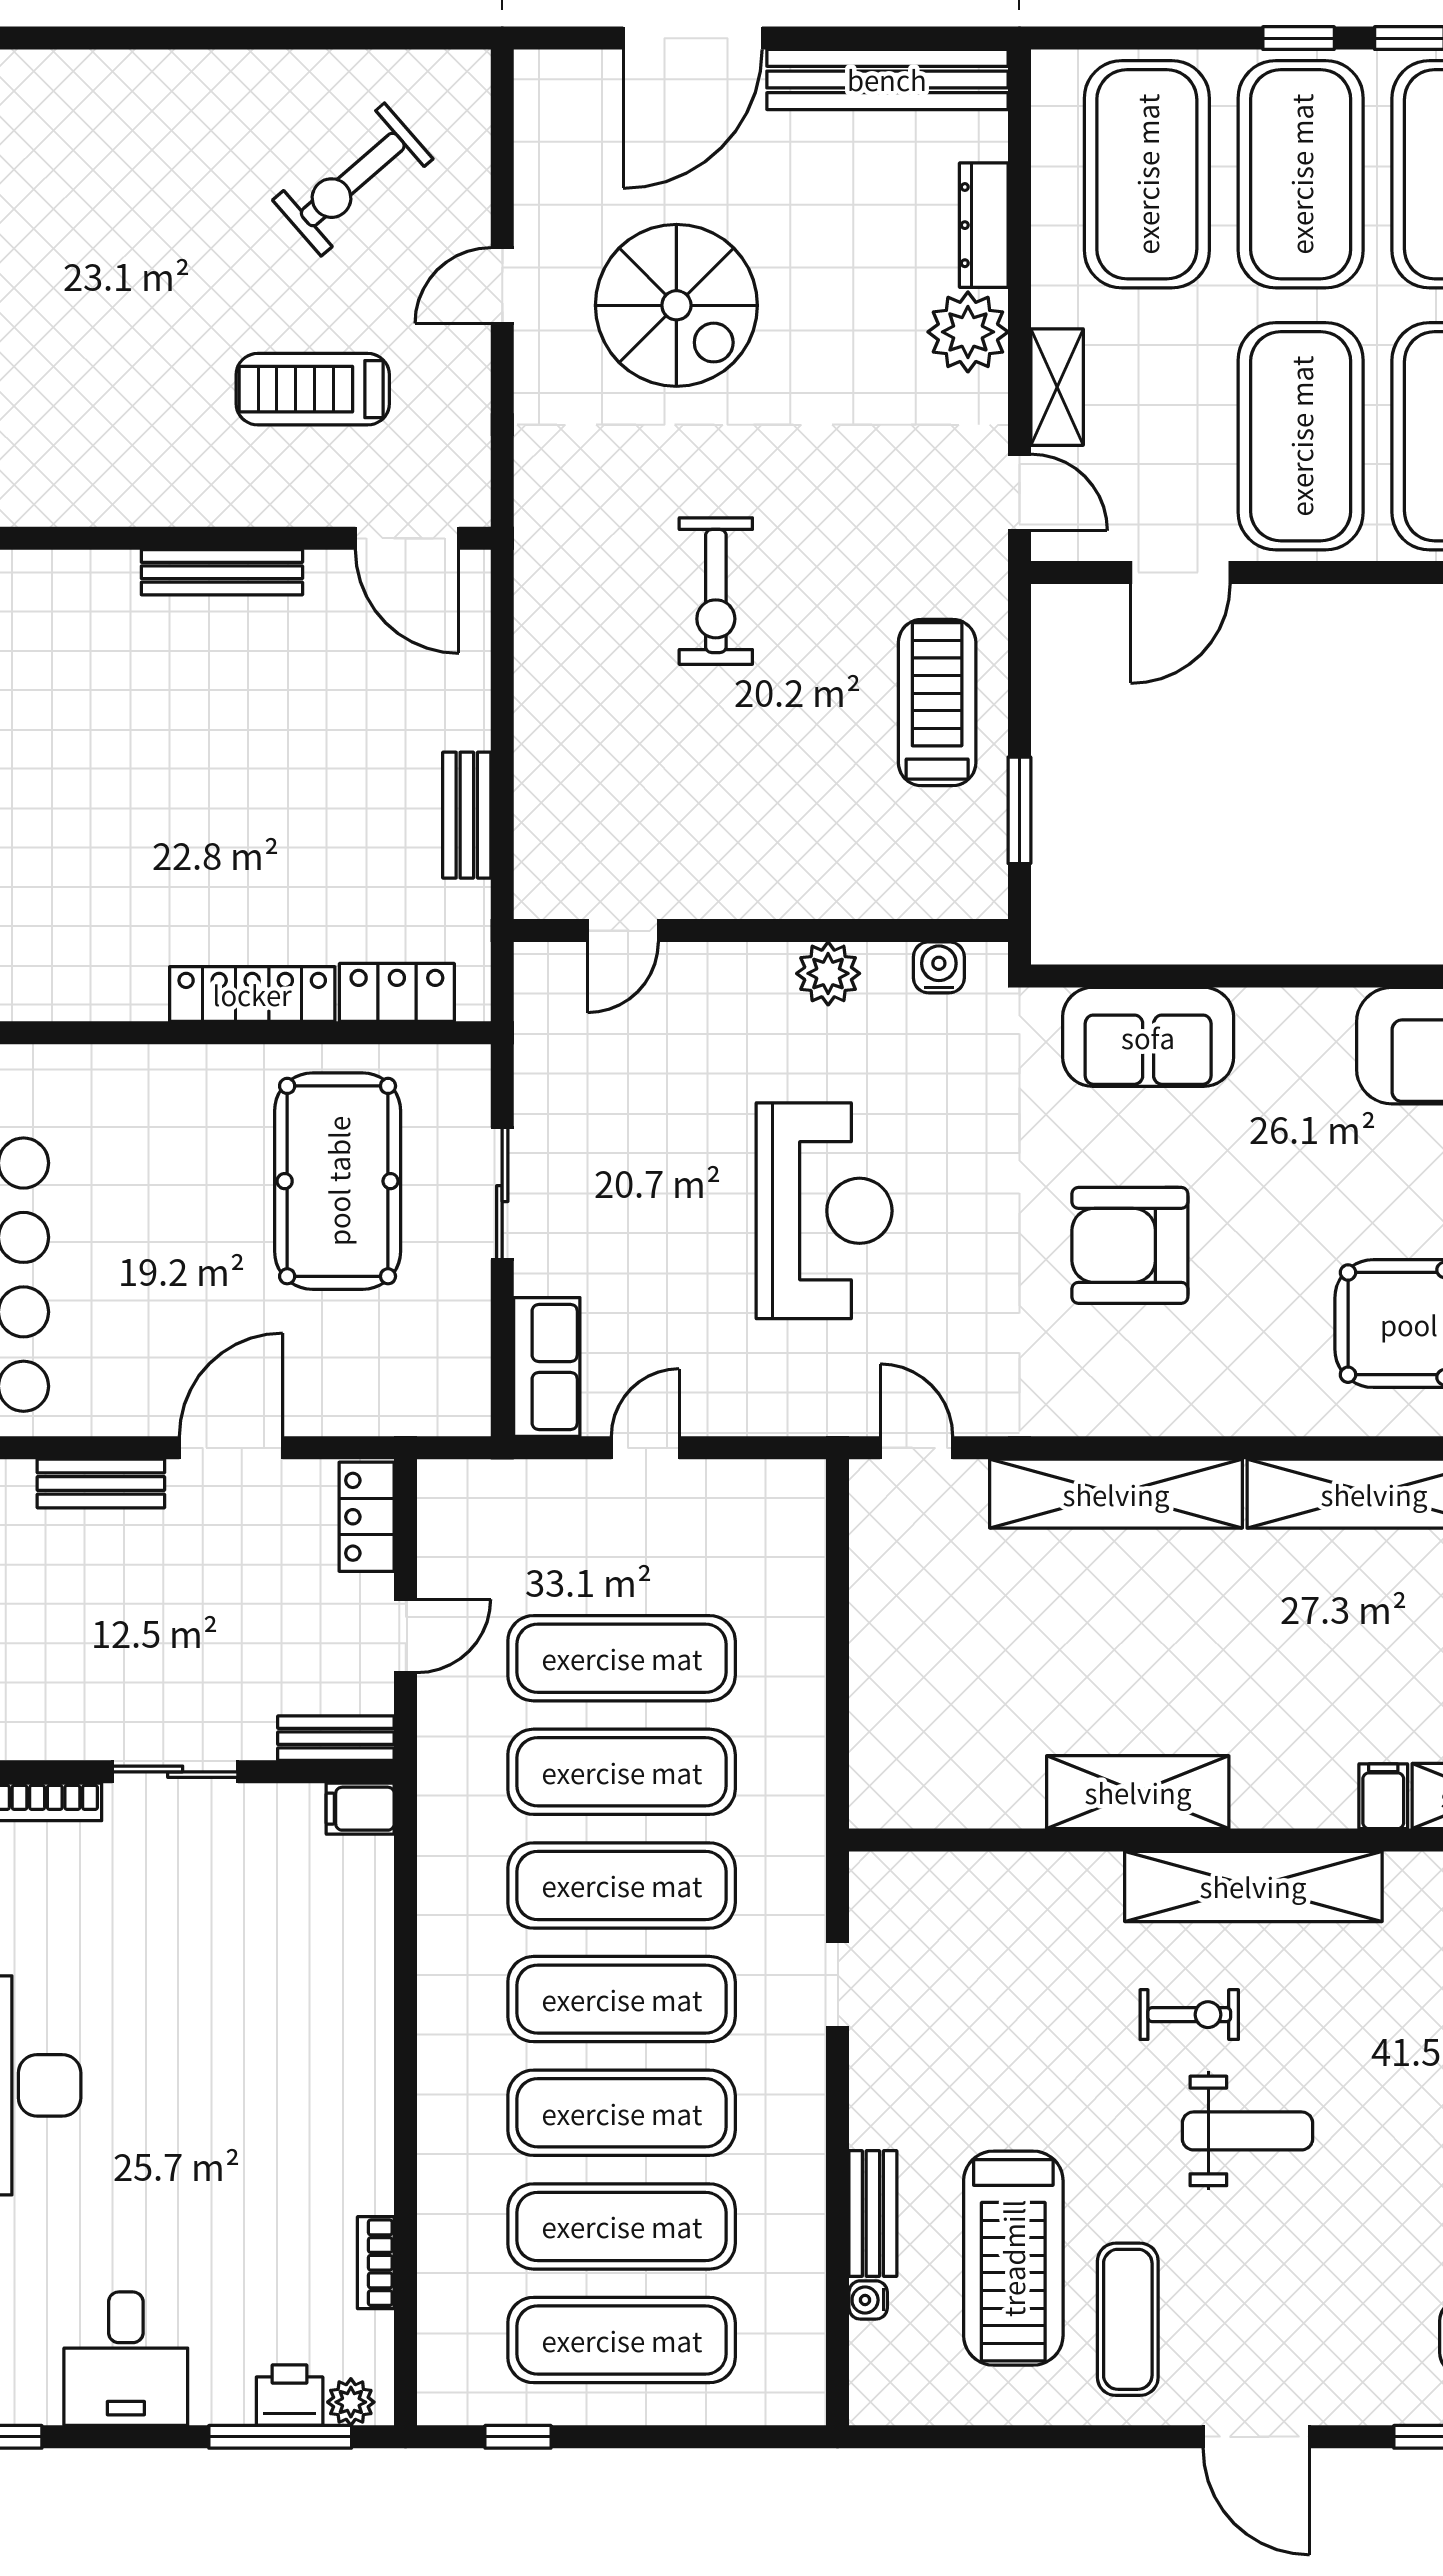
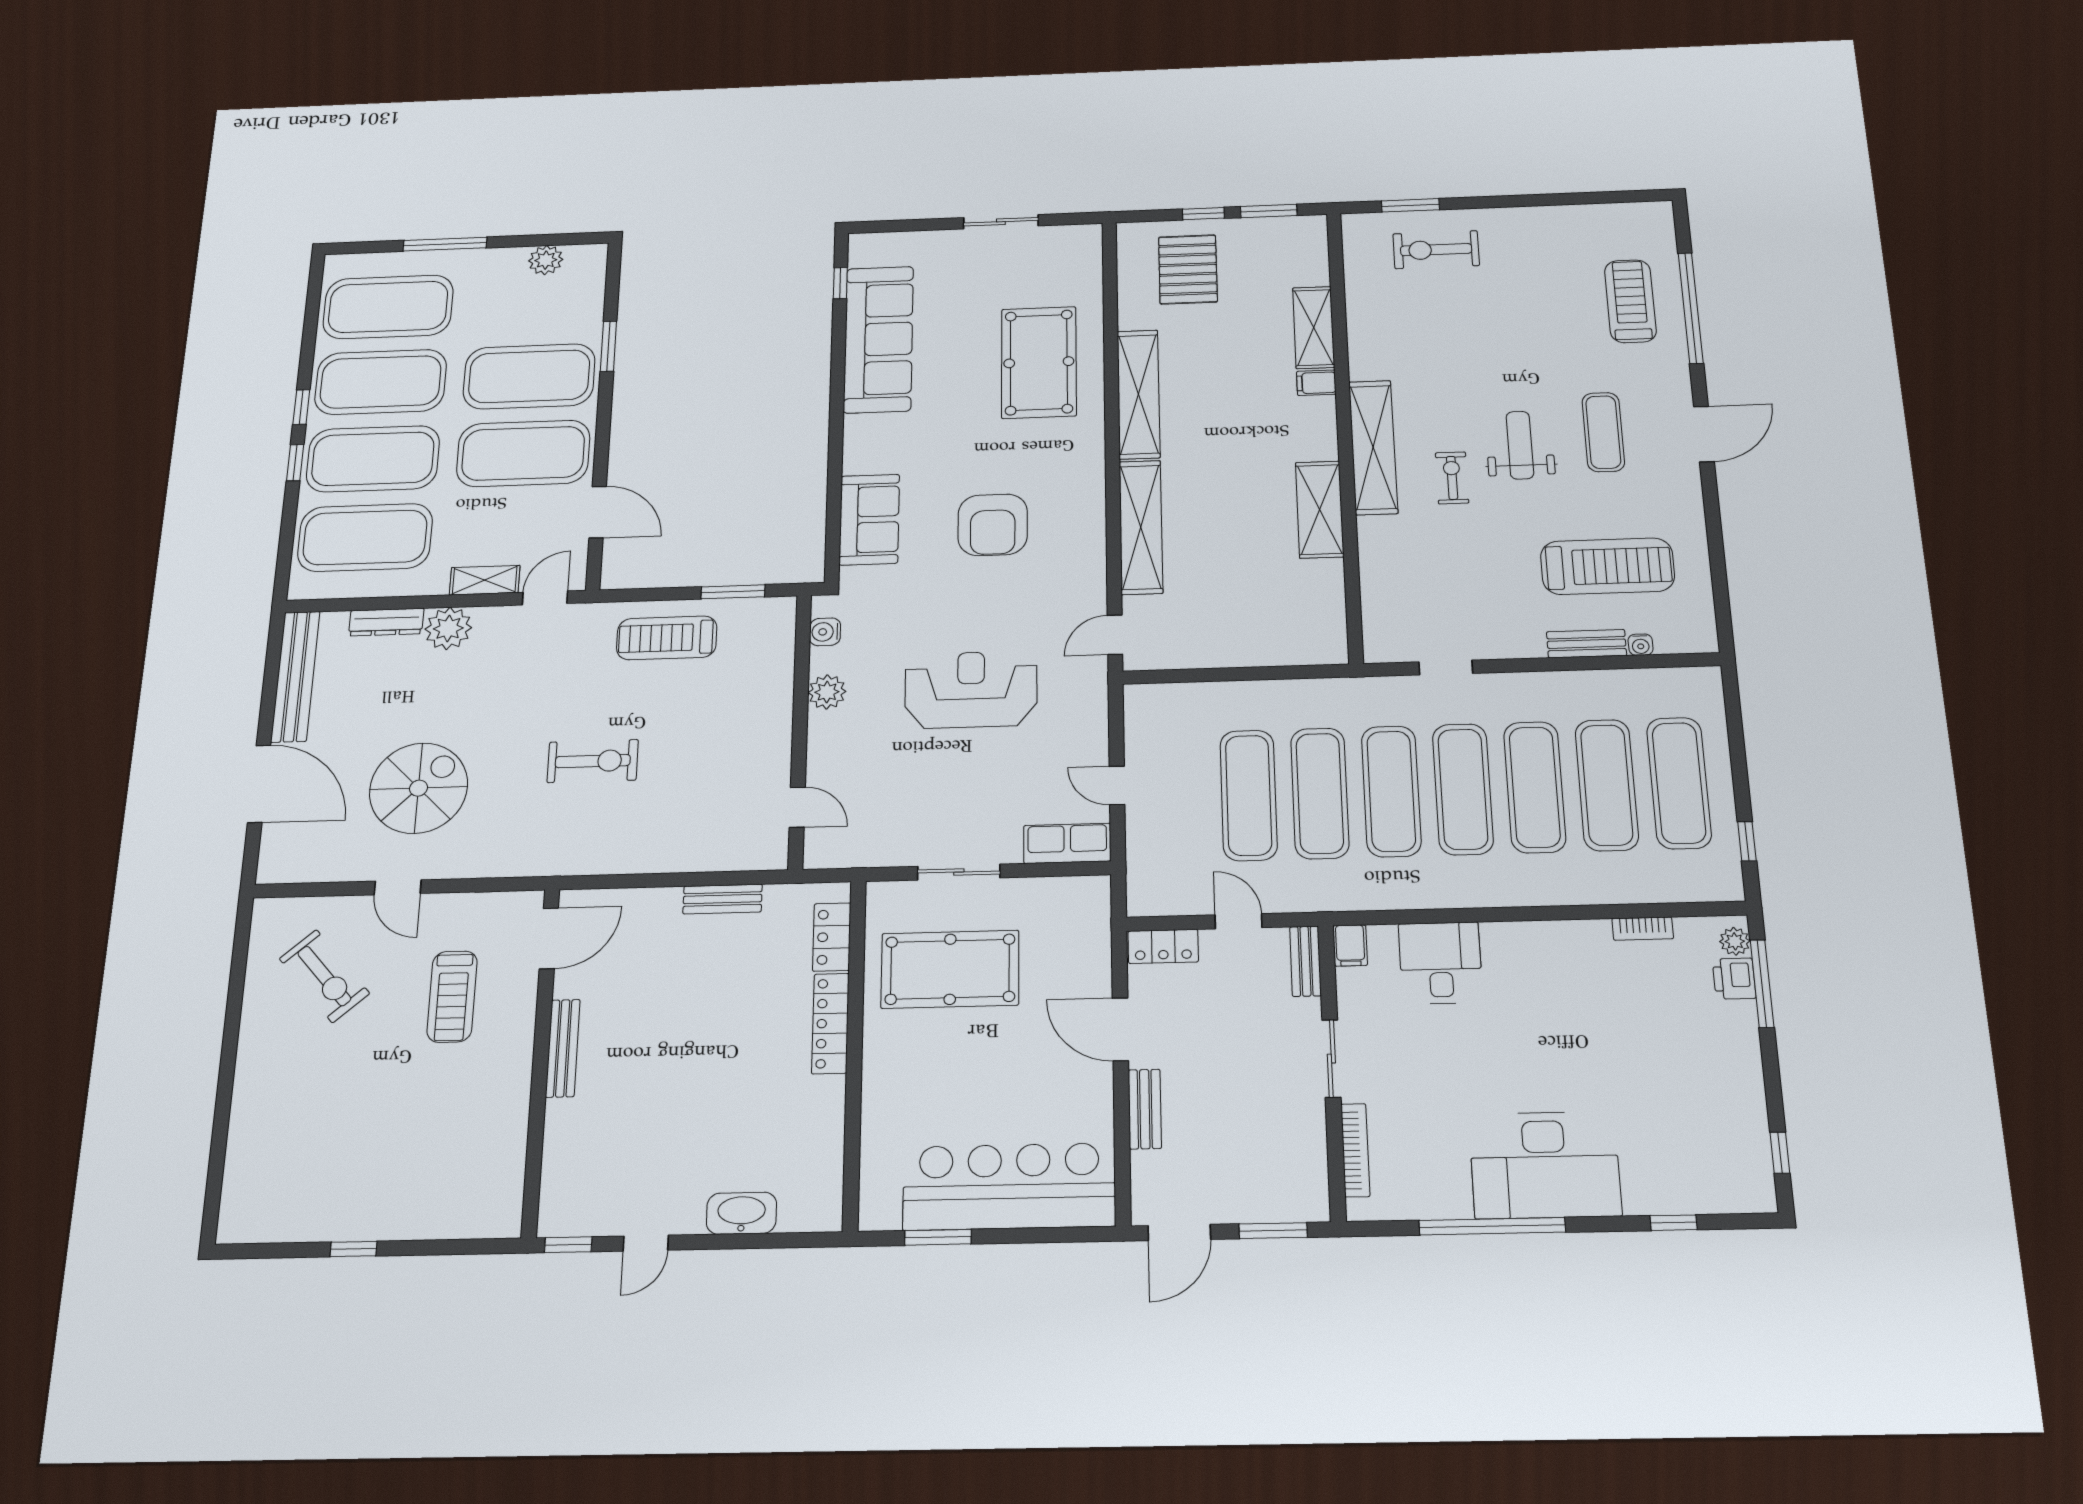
exercise mat: (1128, 2319) -> (1603, 432), moved, turned 90
desk: (126, 2359) -> (1440, 963), moved, turned -90

